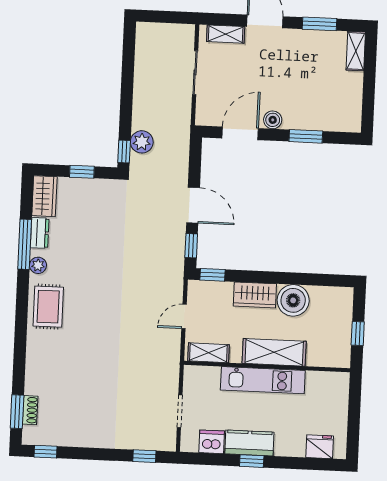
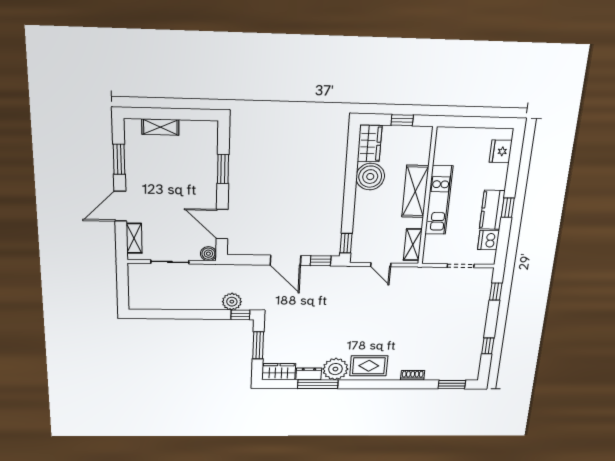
shelving: (356, 51) -> (160, 127), moved
boiler: (273, 120) -> (208, 254), moved
window: (82, 172) -> (258, 345), width x1.50
door: (193, 205) -> (286, 260), swing flipped
plant: (38, 265) -> (335, 369), width x1.87, depth x1.87
wardrobe: (255, 295) -> (370, 144), moved
shoe rack: (30, 410) -> (413, 375), moved
window: (45, 452) -> (488, 346), moved

